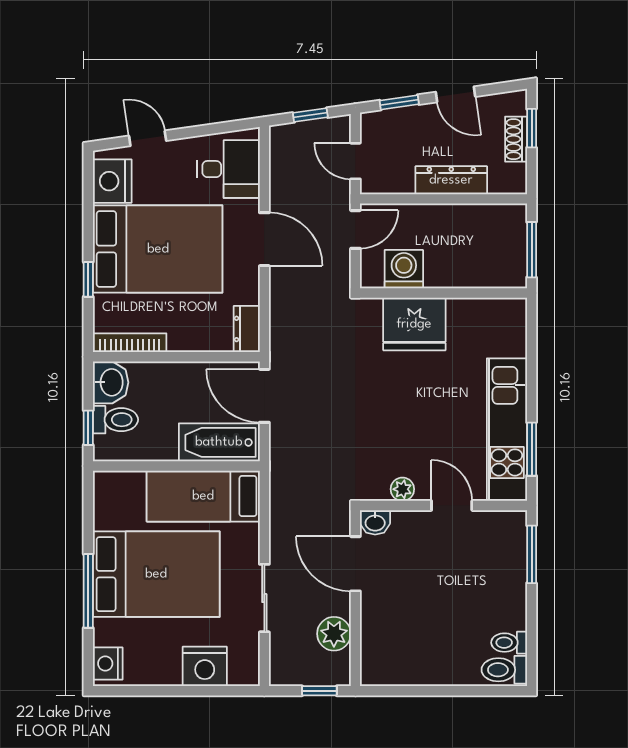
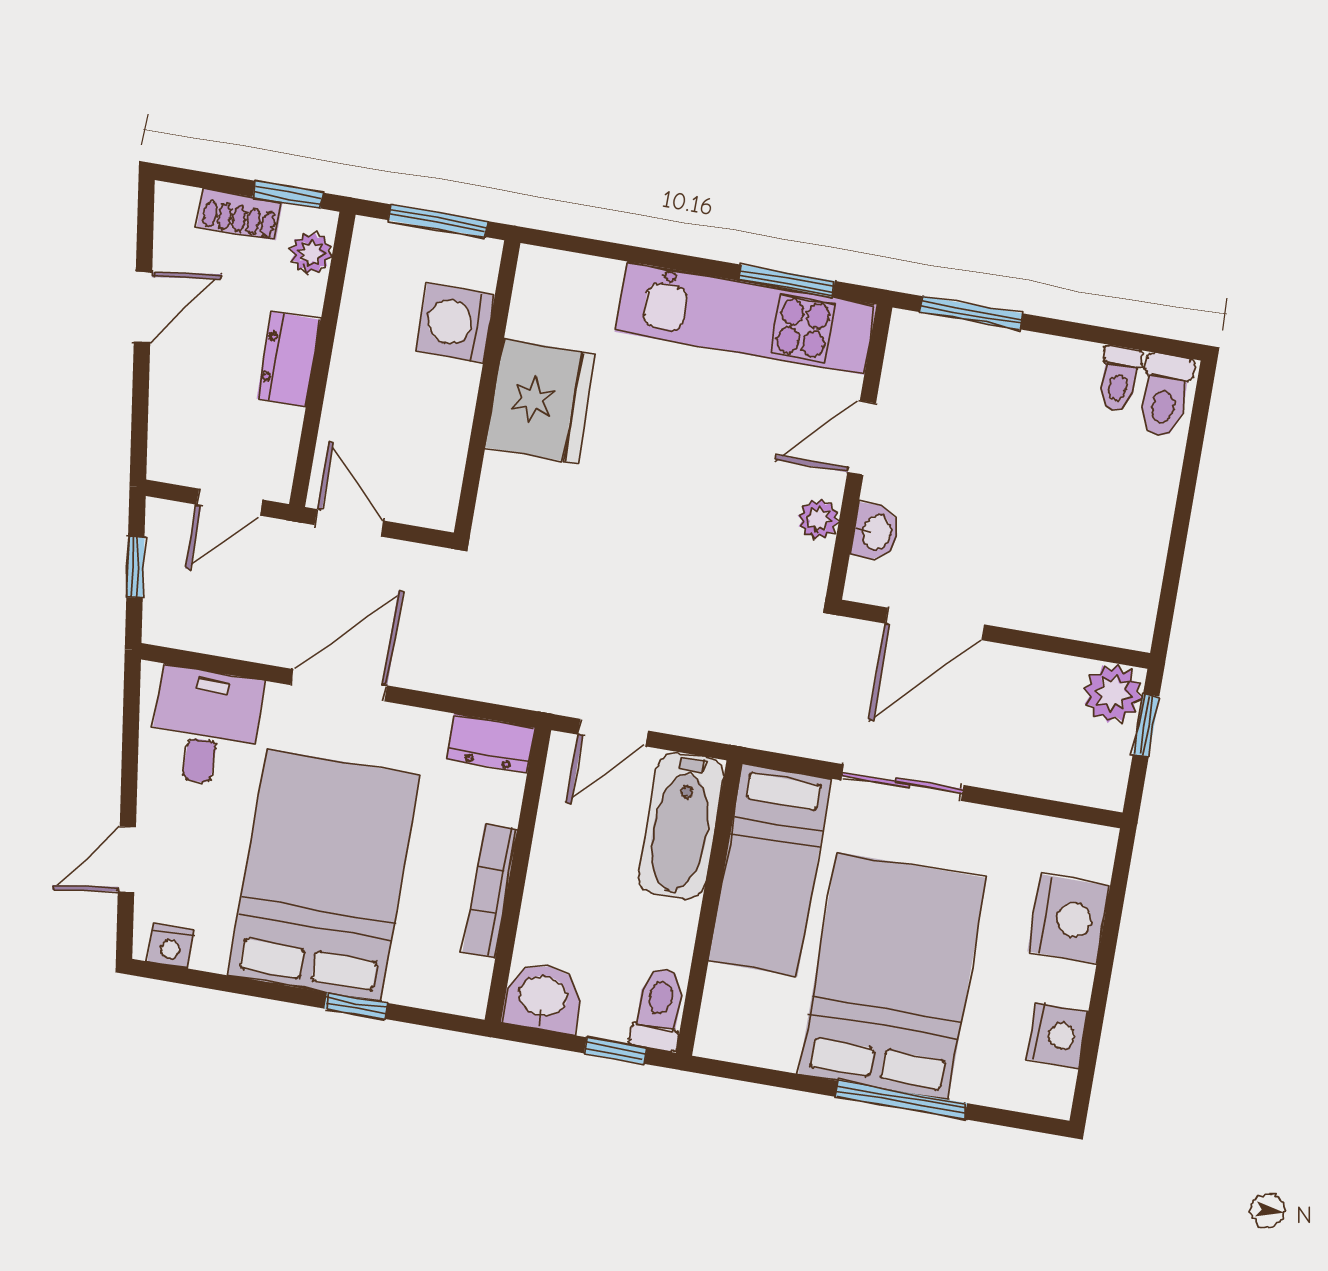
window: (399, 102) -> (140, 408), removed
window: (532, 128) -> (288, 195), moved
dresser: (451, 180) -> (289, 359), width x0.70
nightstand: (112, 181) -> (171, 946), width x0.53, depth x0.56
plant: (502, 182) -> (311, 253), added
washing machine: (404, 269) -> (455, 323), moved
fridge: (414, 324) -> (541, 401), moved
bookcase: (130, 343) -> (490, 891), moved
door: (264, 396) -> (613, 733), width x0.73
toilet: (115, 420) -> (659, 1009), moved
washbasin: (375, 522) -> (876, 532), moved
sliding door: (264, 598) -> (902, 783), moved
plant: (334, 634) -> (1113, 693), moved
nightstand: (108, 663) -> (1057, 1035), moved, turned -90

